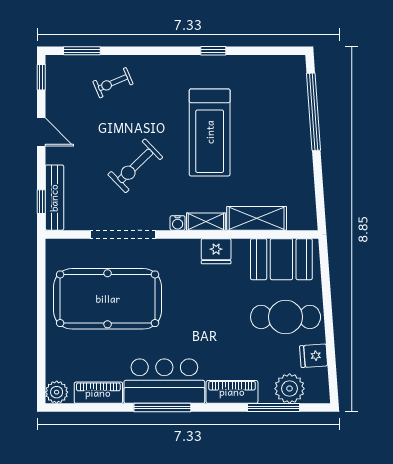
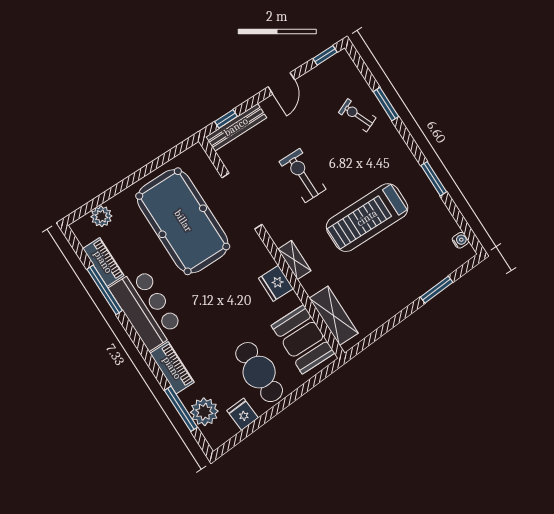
window: (82, 51) -> (386, 104), moved
window: (213, 51) -> (434, 179), width x1.50
window: (314, 112) -> (437, 290), width x0.47
exercise bike: (135, 166) -> (303, 175), turned 44
shelving: (257, 218) -> (334, 316), moved
water cooler: (178, 223) -> (460, 240), moved, turned 180
plant: (57, 392) -> (101, 216), moved
window: (162, 408) -> (105, 290), moved

